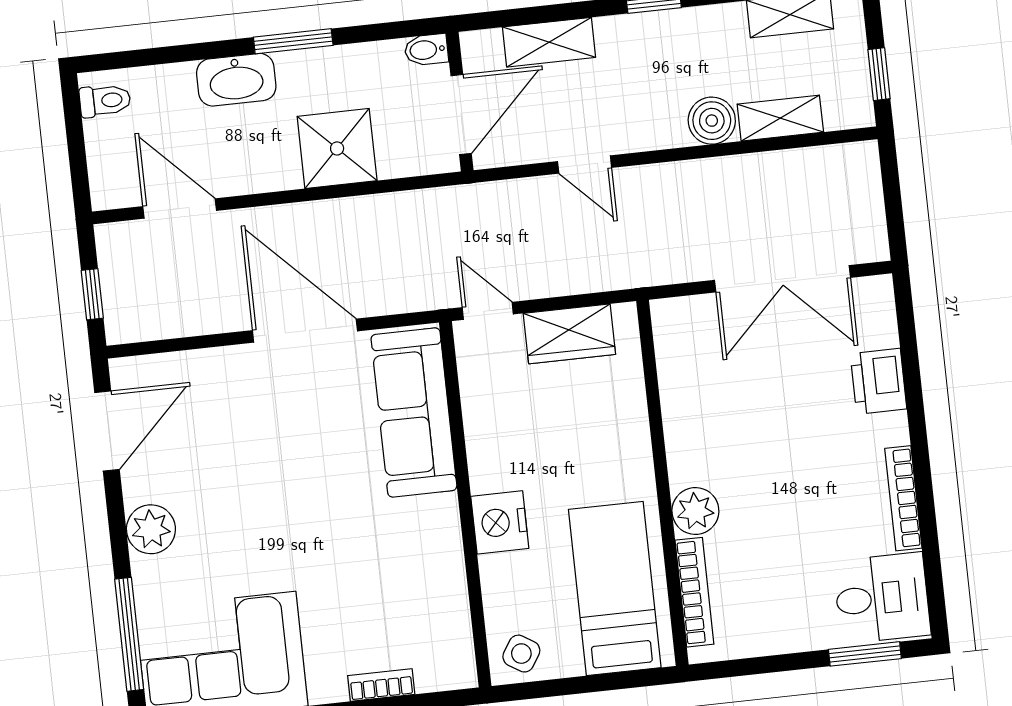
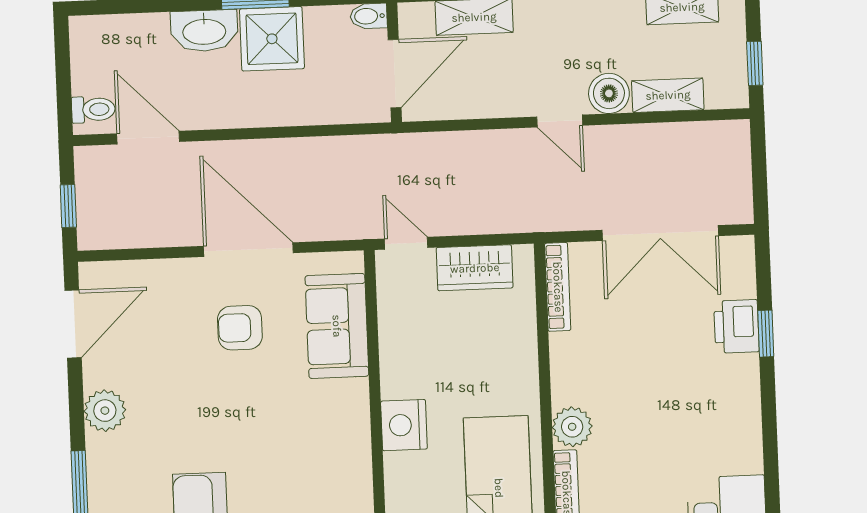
toilet: (105, 101) -> (93, 109), moved
shower: (337, 148) -> (272, 39), moved
door: (585, 164) -> (560, 121), moved
window: (913, 387) -> (766, 334), added
sofa: (414, 412) -> (337, 326), width x0.73
armchair: (301, 422) -> (240, 328), added
bookcase: (903, 498) -> (558, 287), moved, turned 180

